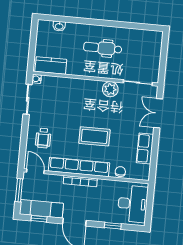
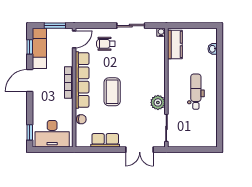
sliding door: (28, 99) -> (131, 26), moved
double door: (158, 113) -> (140, 150), swing flipped
window: (113, 226) -> (30, 132), moved

